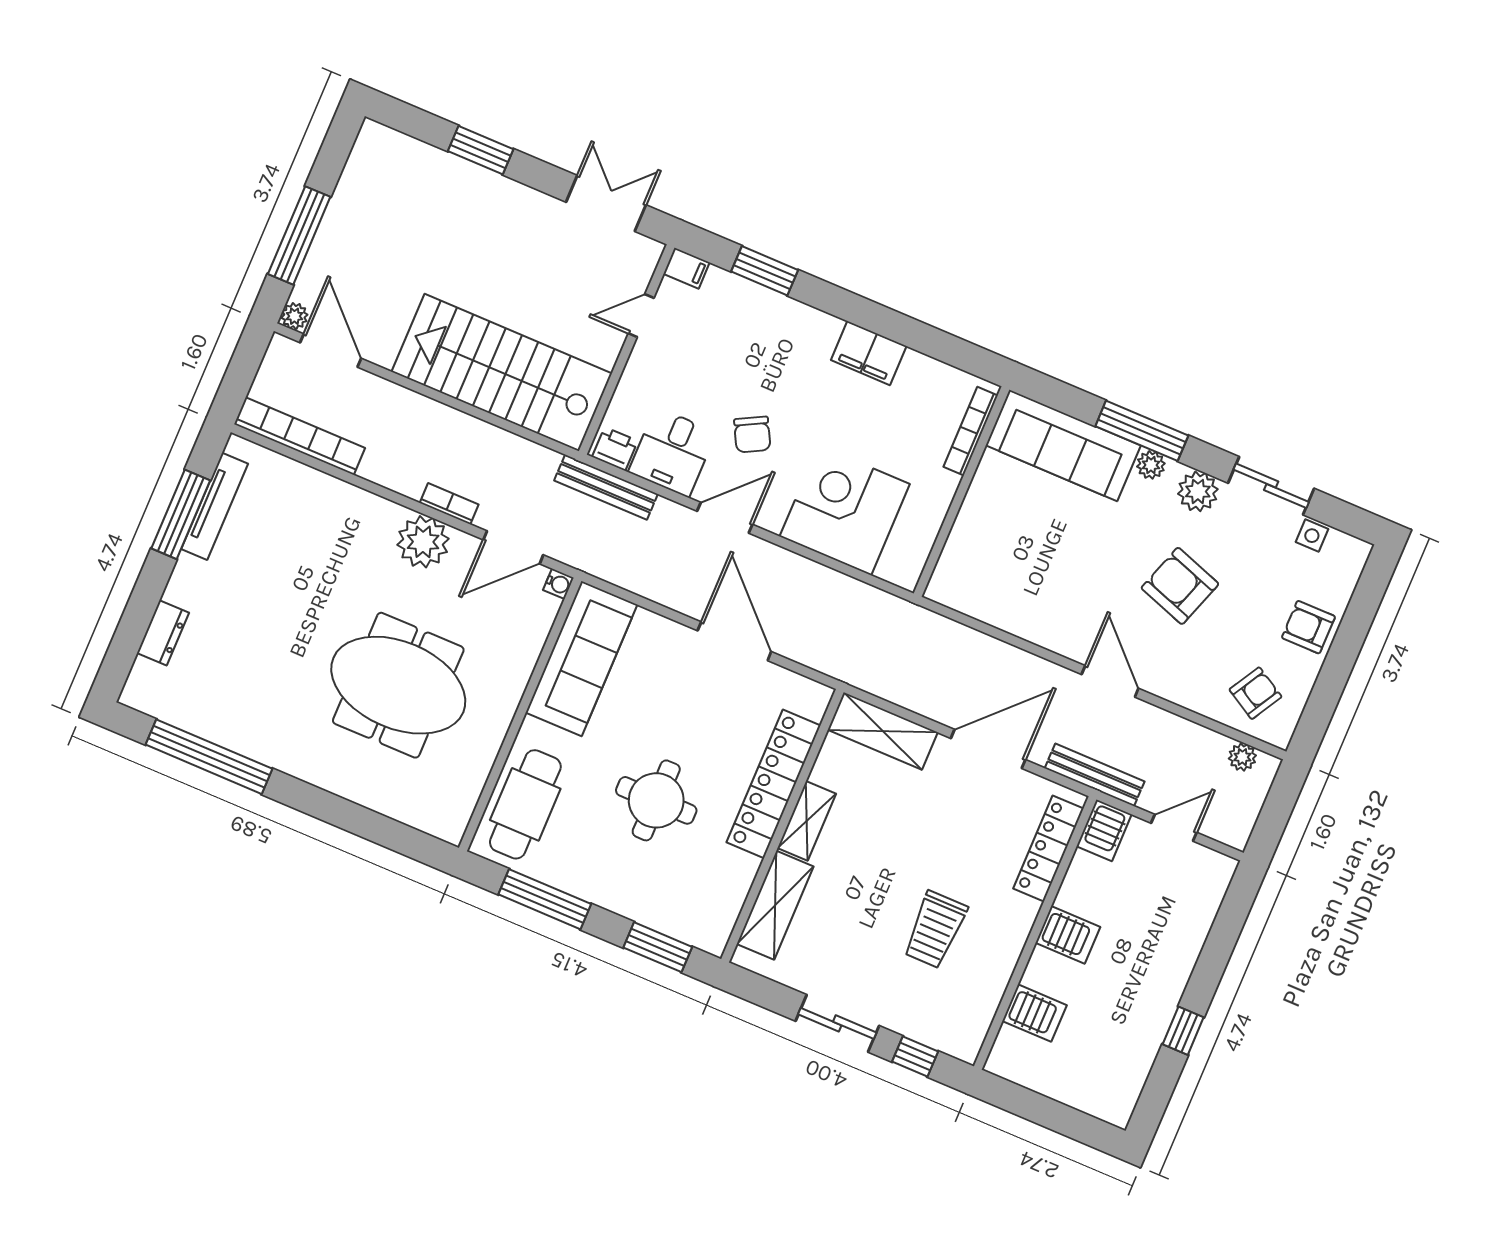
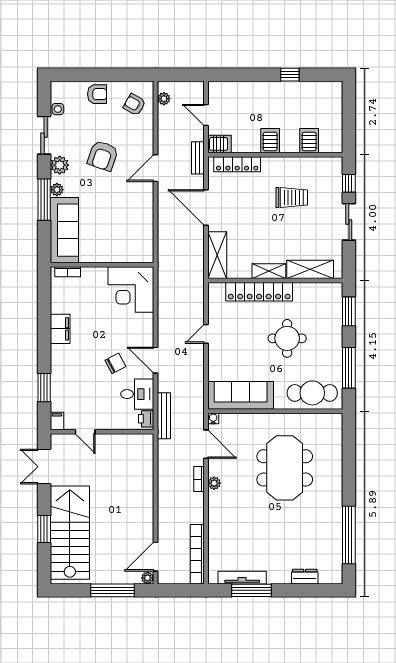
stairs: (502, 373) -> (70, 533), moved, turned 180
bookcase: (971, 431) -> (68, 272), width x0.64
corner desk: (845, 510) -> (131, 290), moved
plant: (423, 542) -> (214, 483), width x0.53, depth x0.53
armchair: (1308, 627) -> (97, 94), turned -90
door: (734, 641) -> (206, 334), width x0.53
bench: (1095, 775) -> (198, 158), width x0.73

